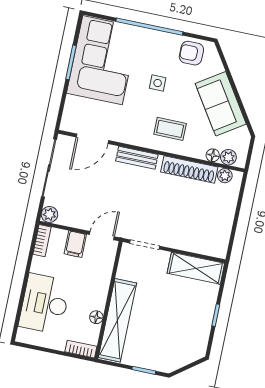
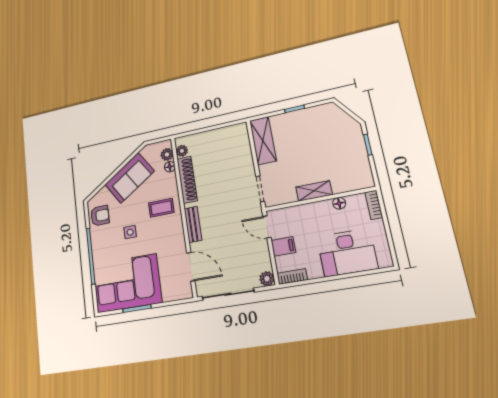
armchair: (191, 53) -> (100, 216), turned -90
coffee table: (170, 129) -> (161, 208), turned 90
shelving: (118, 320) -> (314, 191), width x0.45, depth x0.75

